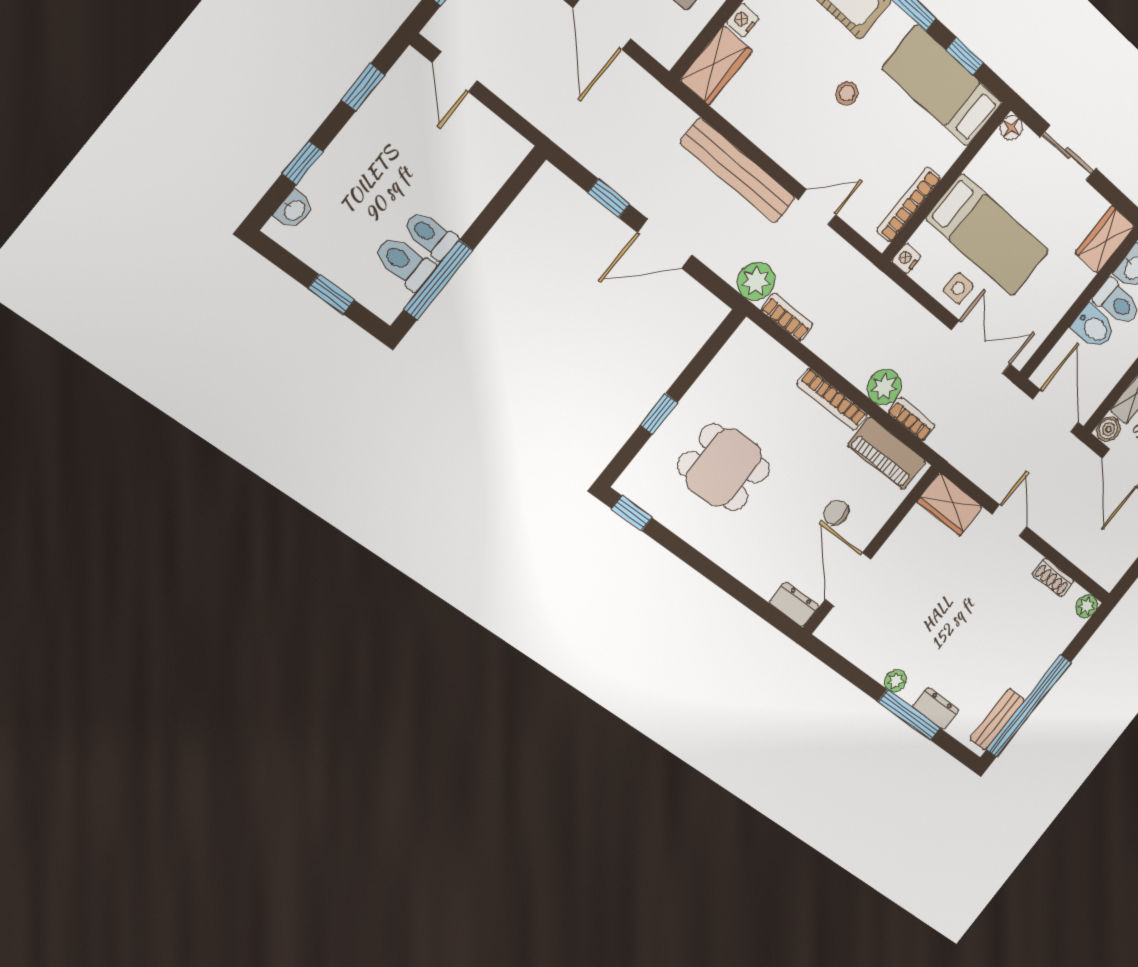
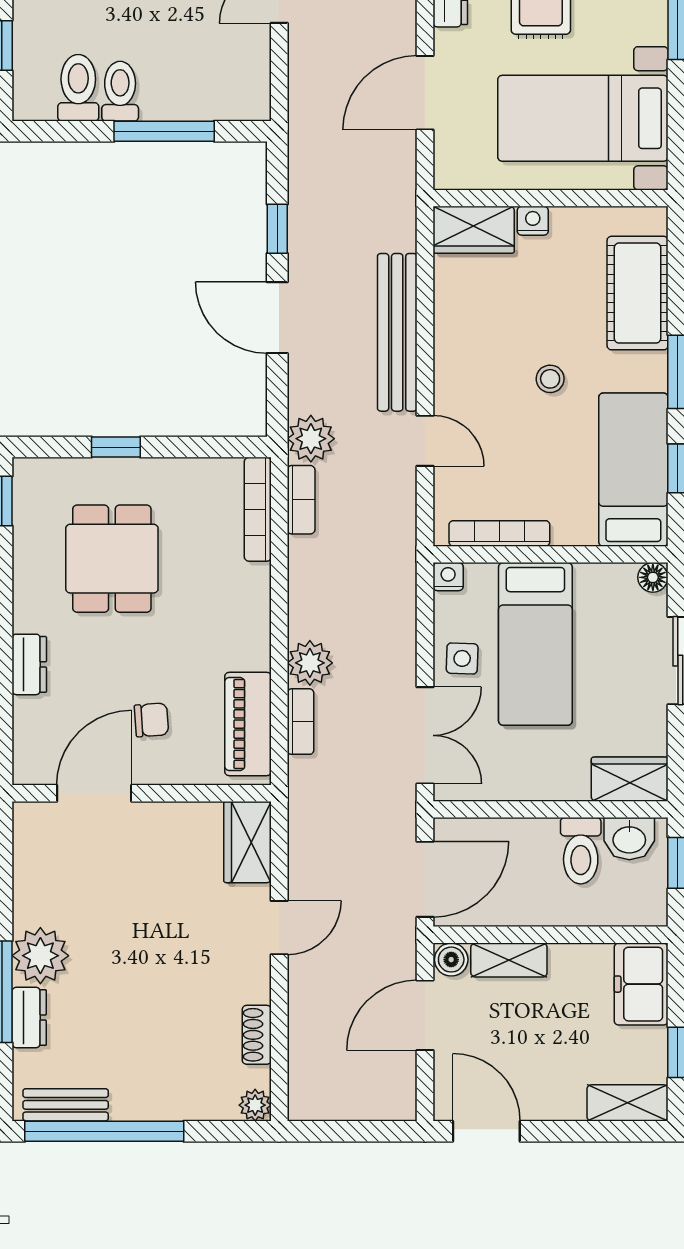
window: (438, 280) -> (164, 131), moved
bidet: (1094, 327) -> (537, 847), removed
bookcase: (832, 399) -> (258, 509), moved
chair: (836, 513) -> (151, 720), turned 86
dresser: (794, 604) -> (29, 664), moved
plant: (895, 681) -> (40, 956), width x1.88, depth x1.88

